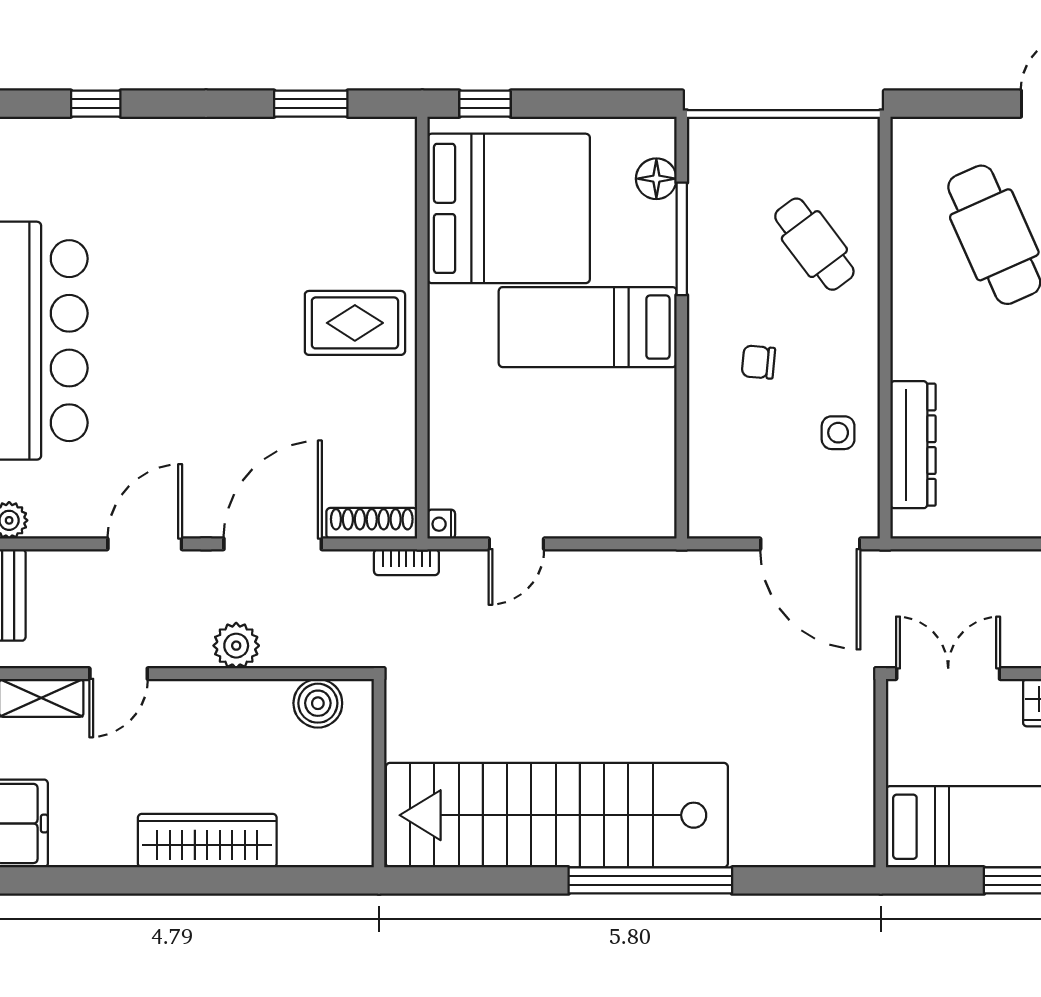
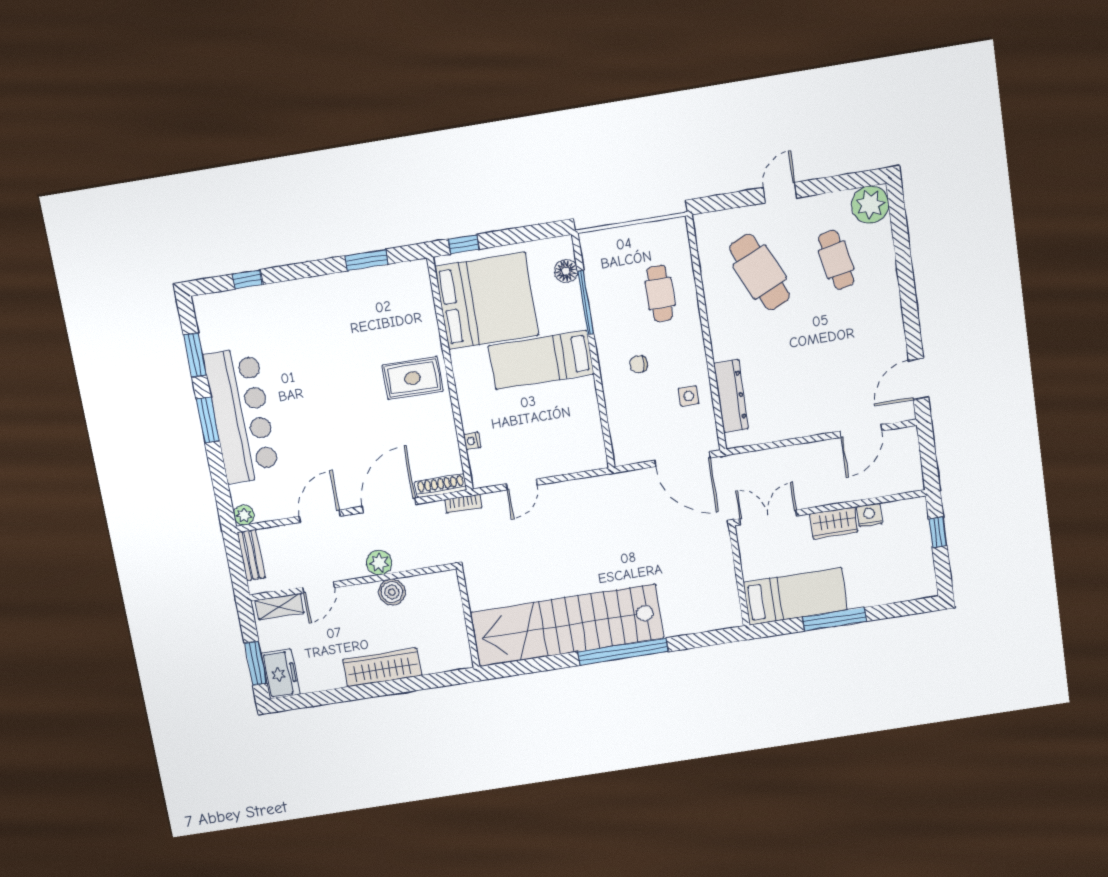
cafe table: (814, 244) -> (660, 294), turned 37
nightstand: (441, 524) -> (472, 441), moved
boiler: (318, 703) -> (392, 592), moved

